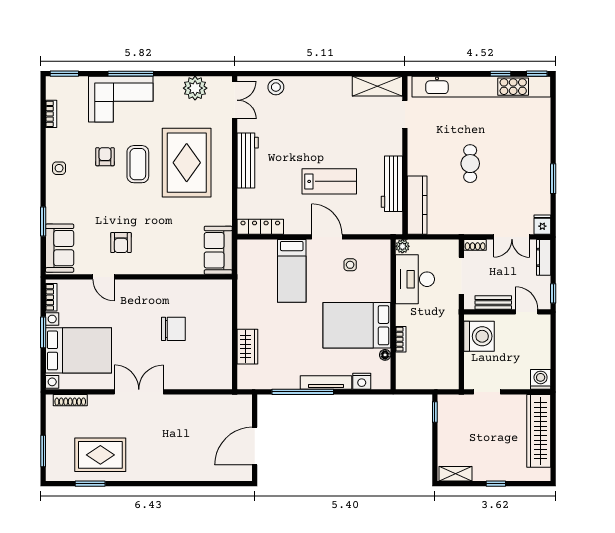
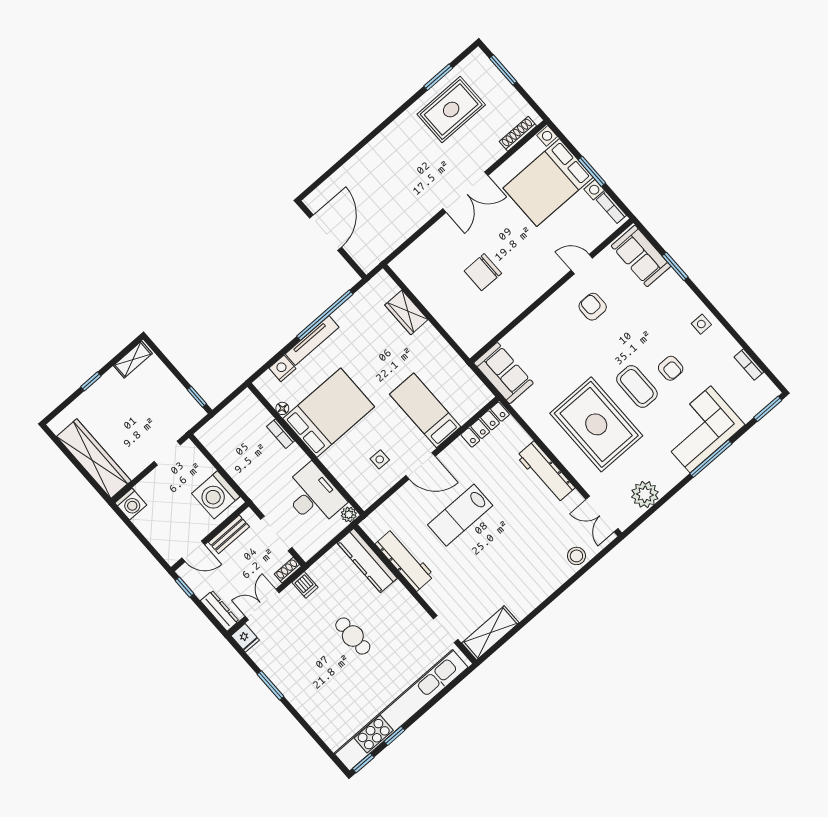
dishwasher: (472, 225) -> (305, 585), added

